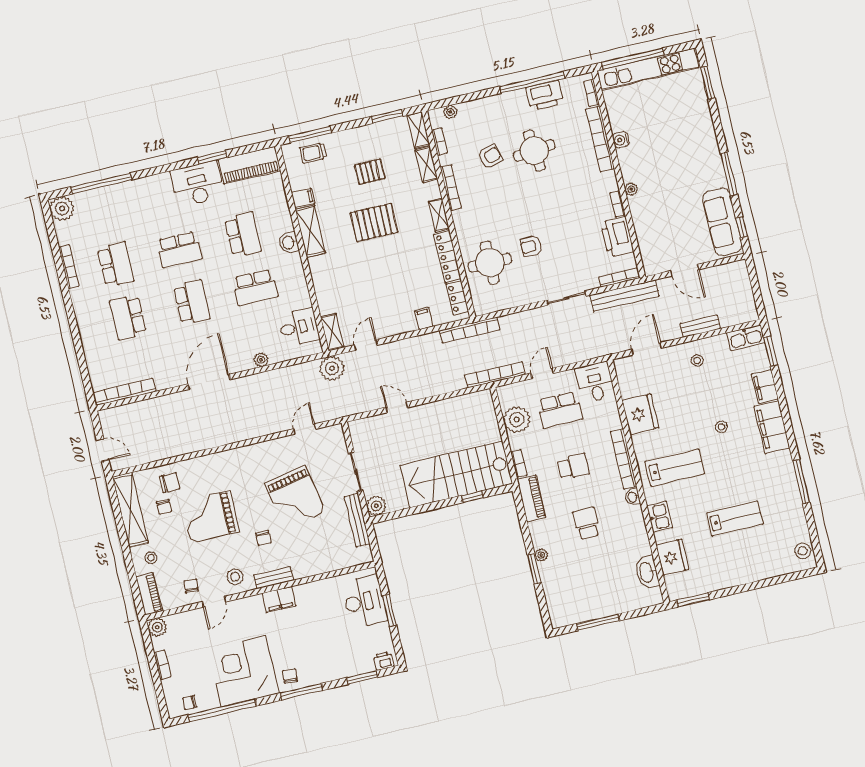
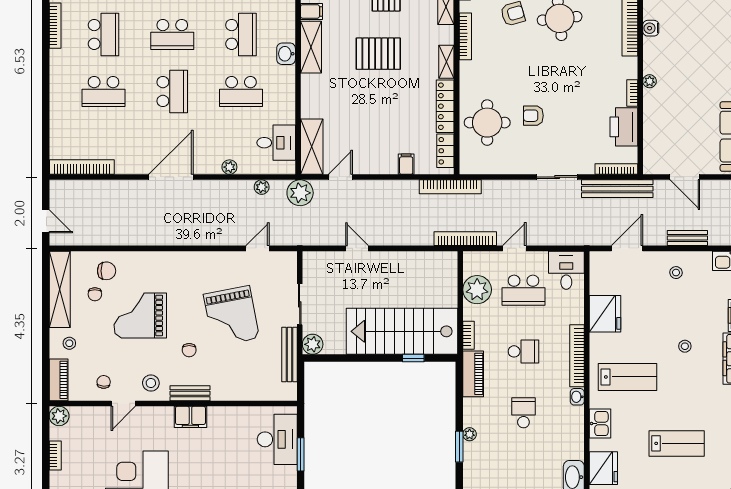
school desk: (128, 317) -> (104, 92), turned -90
shelving: (332, 332) -> (312, 147), width x1.50, depth x1.33
plant: (295, 371) -> (262, 187), added

